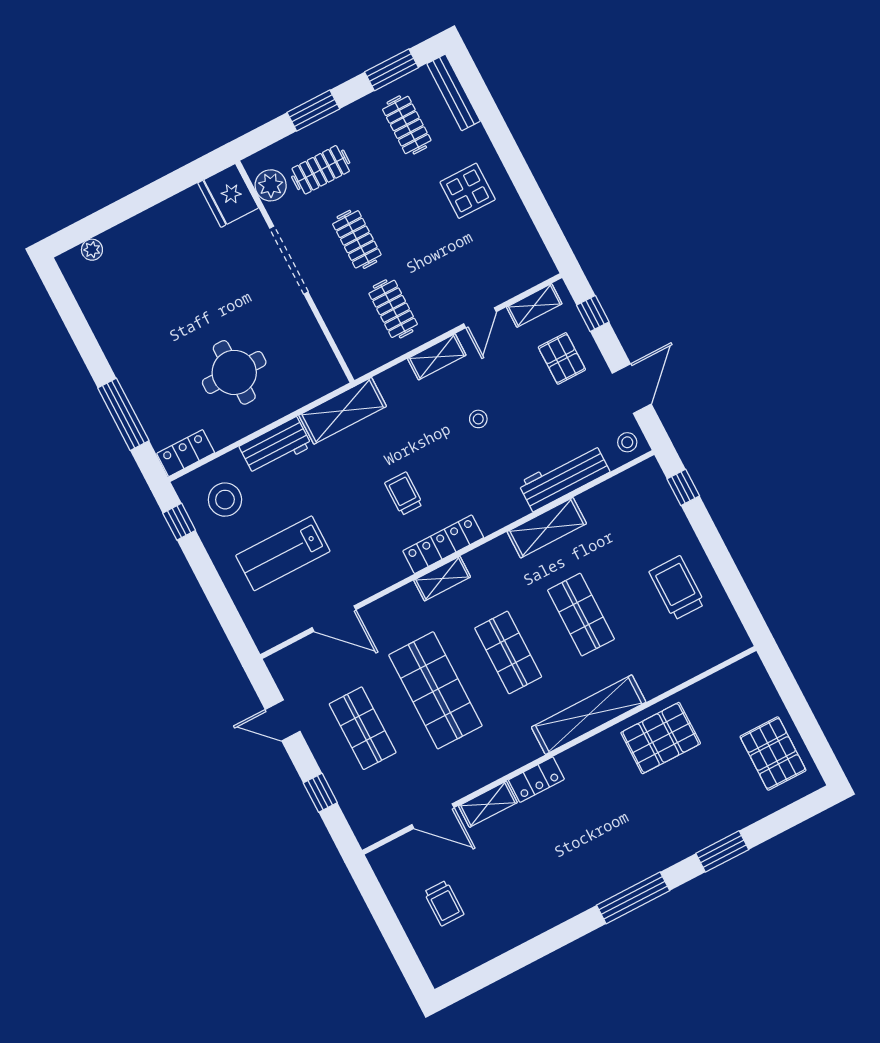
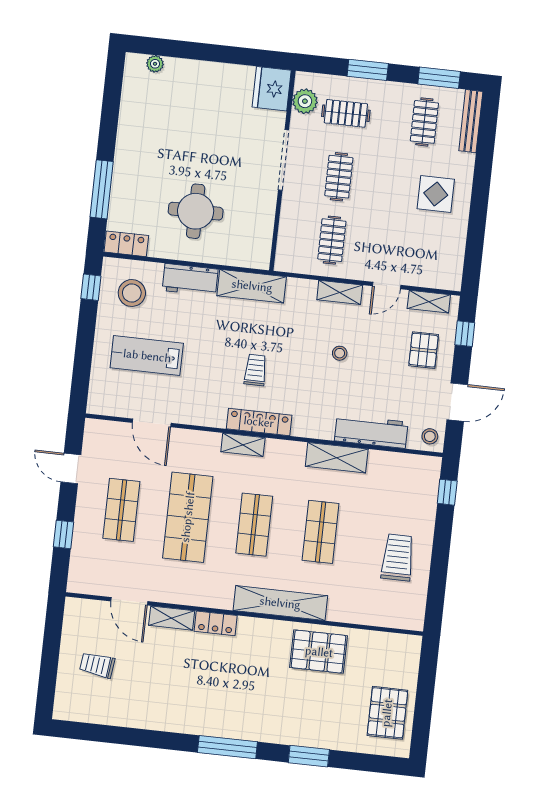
trolley: (444, 903) -> (97, 665), turned 97

